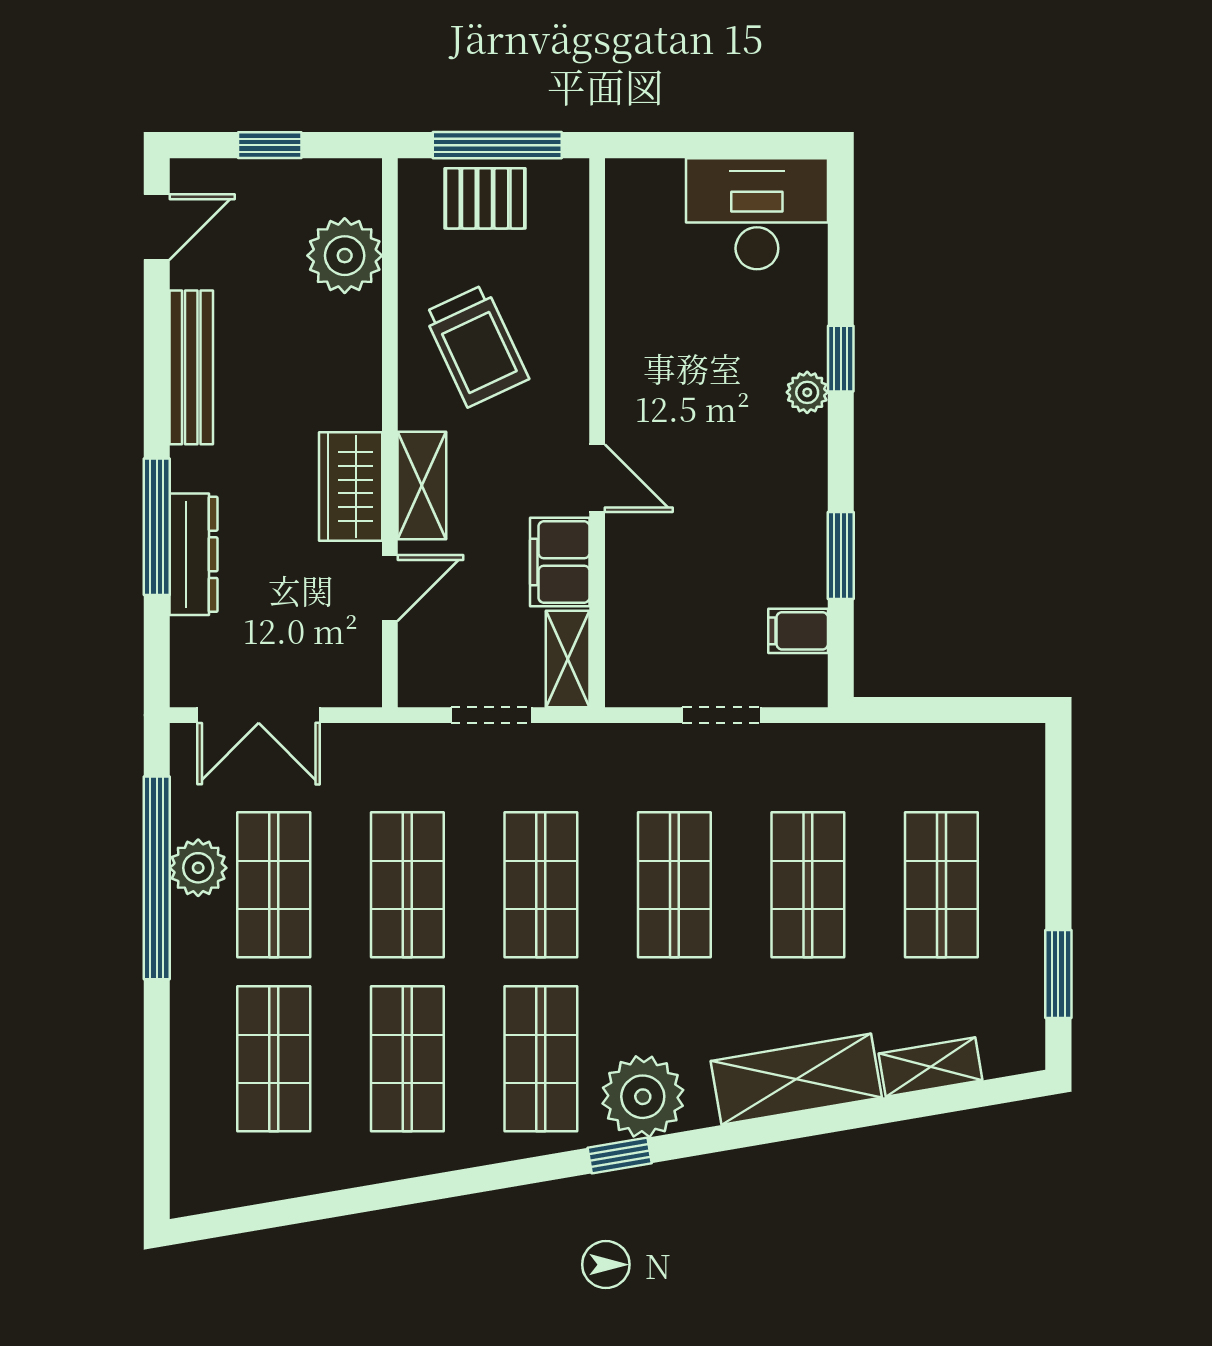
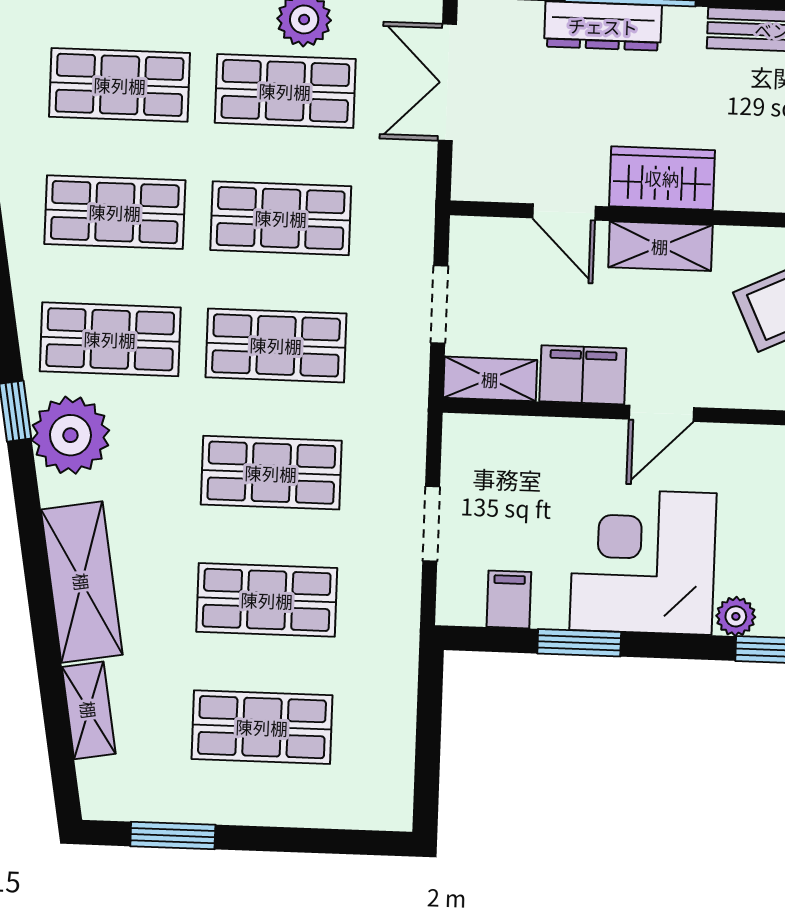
corner desk: (753, 492) -> (643, 562), added

